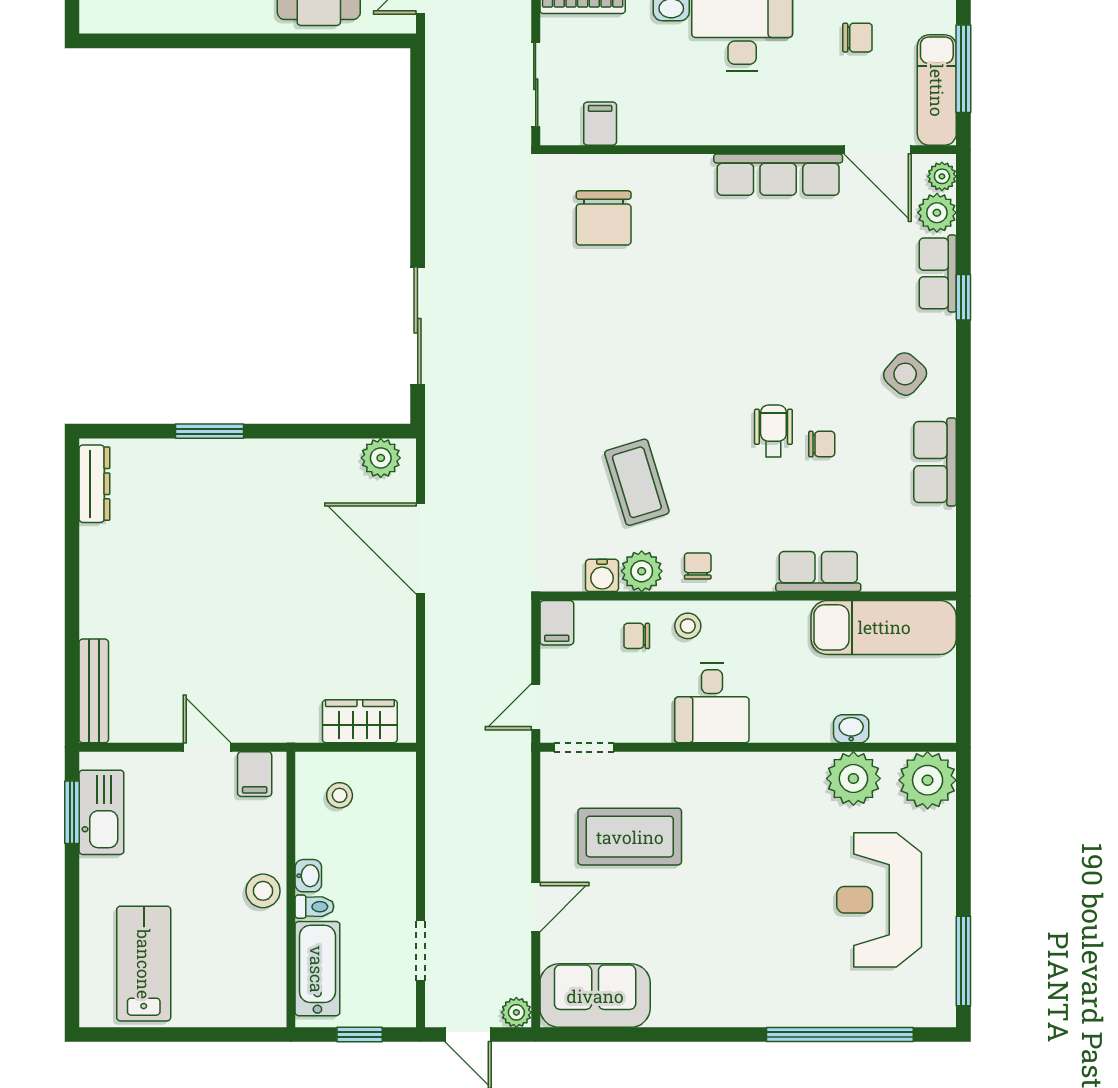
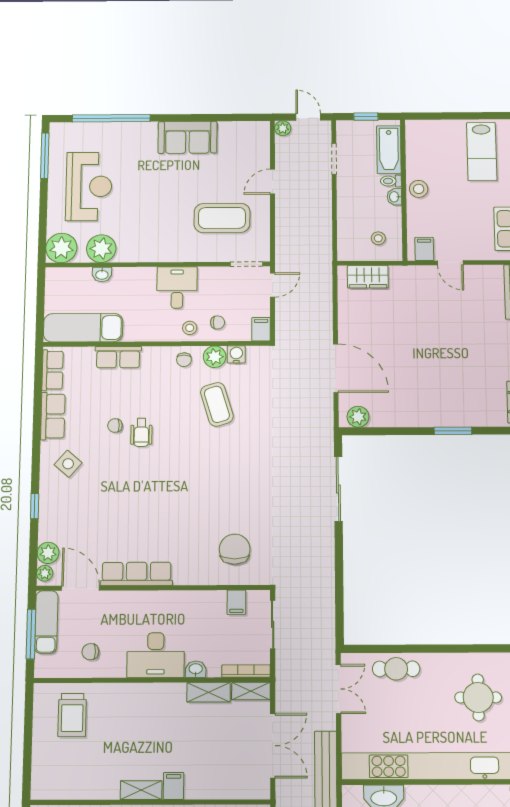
row of seats: (938, 273) -> (53, 370), moved
sofa: (595, 996) -> (187, 137), moved

